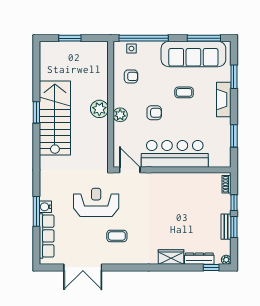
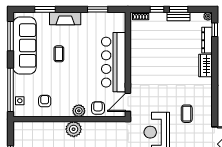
armchair: (154, 113) -> (98, 108), moved

